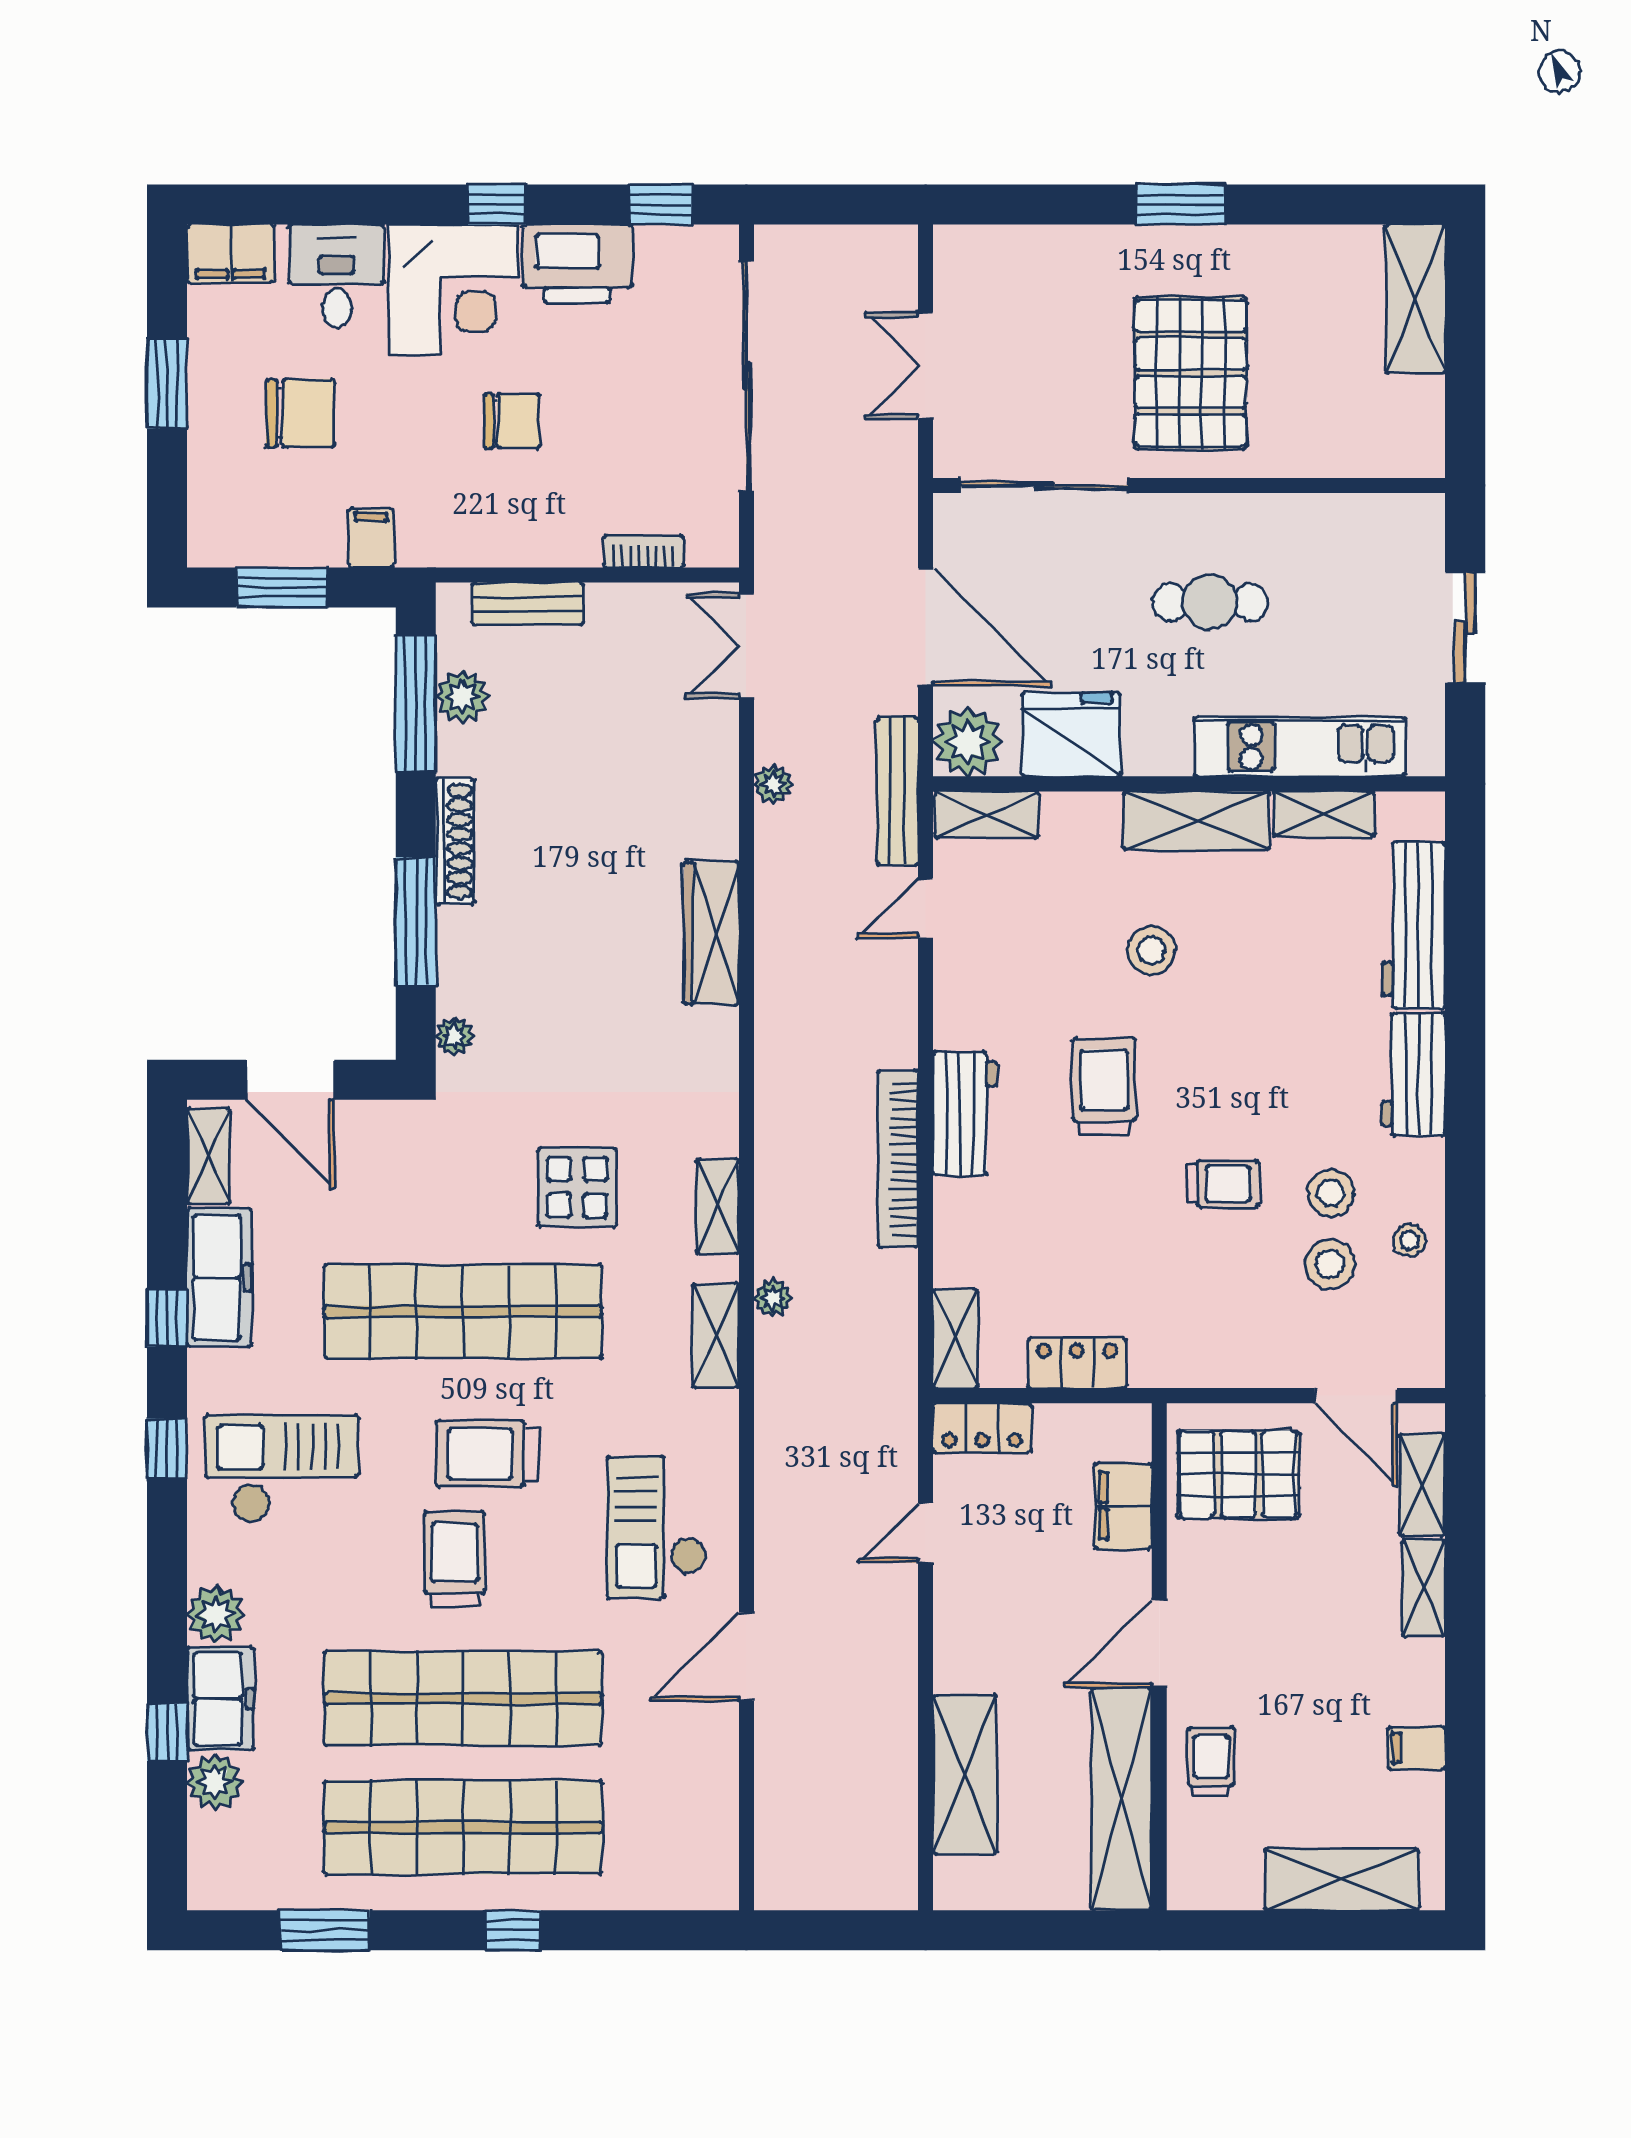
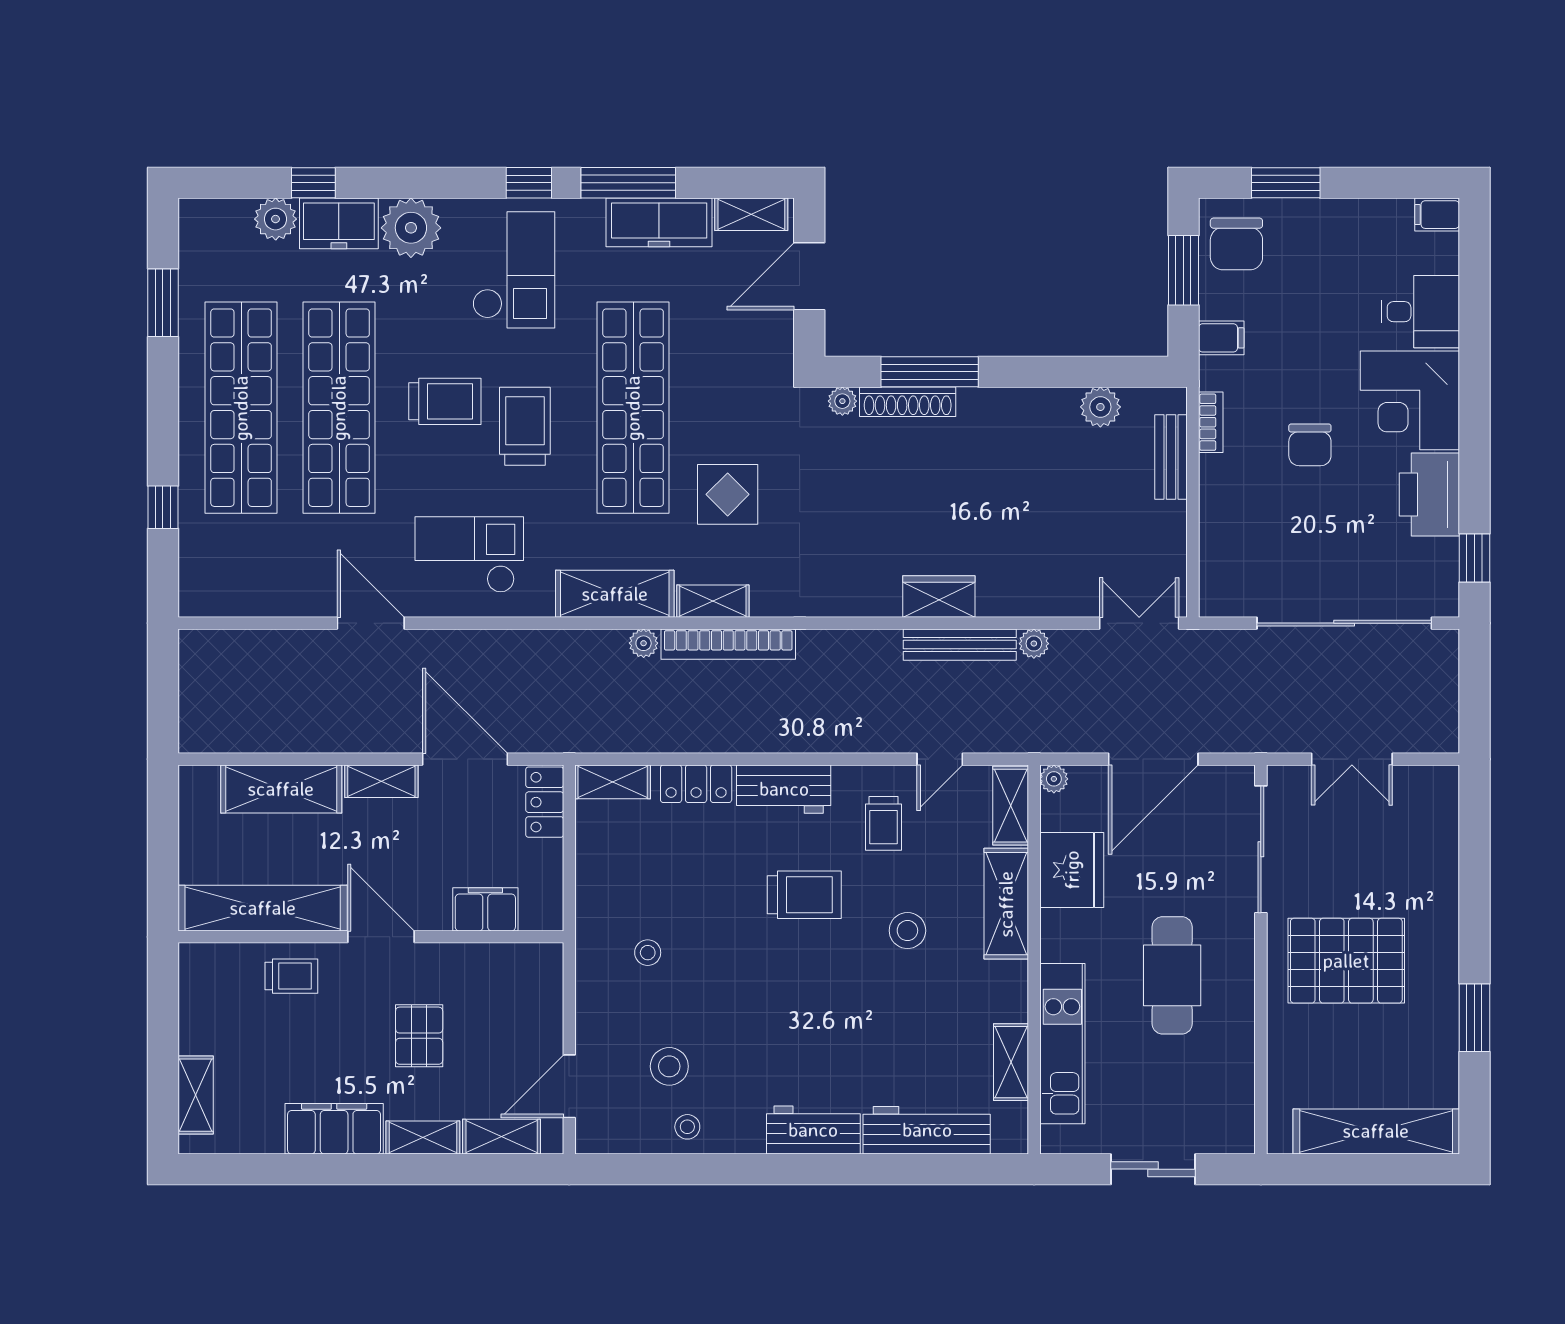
window: (497, 204) -> (1474, 433), removed
window: (1181, 204) -> (1474, 1018), moved
filing cabinet: (231, 254) -> (1437, 215), width x0.50
shelving: (1415, 299) -> (1376, 1131), width x1.47
double door: (926, 366) -> (1352, 759), swing flipped
window: (167, 383) -> (1286, 183), moved
chair: (300, 413) -> (1236, 244), moved
bookcase: (644, 552) -> (1211, 422), moved
cafe table: (1210, 602) -> (1172, 975), width x1.37, depth x1.35
window: (416, 704) -> (1095, 372), removed
plant: (968, 742) -> (1054, 779), width x0.53, depth x0.53
bench: (897, 791) -> (960, 645), moved
shelving: (1196, 821) -> (1006, 904), moved
shoe rack: (455, 841) -> (908, 402), moved
door: (926, 908) -> (940, 759), swing flipped
wardrobe: (712, 933) -> (939, 597), width x0.67
bookcase: (898, 1159) -> (728, 644), moved, turned 180
trolley: (1223, 1184) -> (884, 823), moved
stool: (1331, 1193) -> (648, 953), moved, width x0.73, depth x0.73
window: (167, 1318) -> (628, 183), width x2.17
shelving: (716, 1336) -> (615, 594), width x1.50, depth x1.33
locker: (1077, 1363) -> (696, 784), moved, turned 90
pallet: (1238, 1474) -> (419, 1036), moved, width x0.67, depth x0.71
door: (926, 1533) -> (465, 759), width x1.88
plant: (216, 1614) -> (411, 228), width x1.36, depth x1.36
shelving: (955, 1643) -> (381, 781), added
filing cabinet: (1417, 1748) -> (334, 1129), width x3.00, depth x1.17
shelving: (1342, 1880) -> (196, 1095), width x0.67, depth x0.75
window: (513, 1930) -> (163, 507), moved

